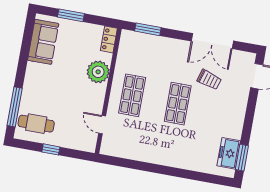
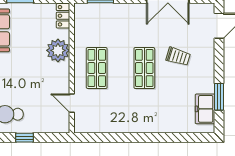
trolley: (209, 80) -> (178, 57), moved
window: (242, 158) -> (219, 97), moved

